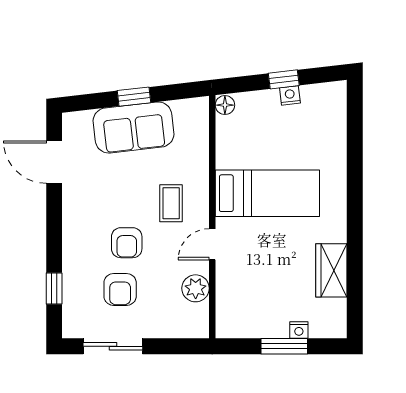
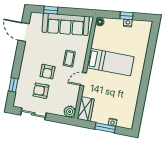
window: (134, 97) -> (51, 10), moved
sofa: (134, 127) -> (66, 24), width x1.36
wardrobe: (331, 270) -> (86, 109), moved, turned 180
plant: (196, 288) -> (70, 112), moved
armchair: (120, 289) -> (41, 91), turned 90

